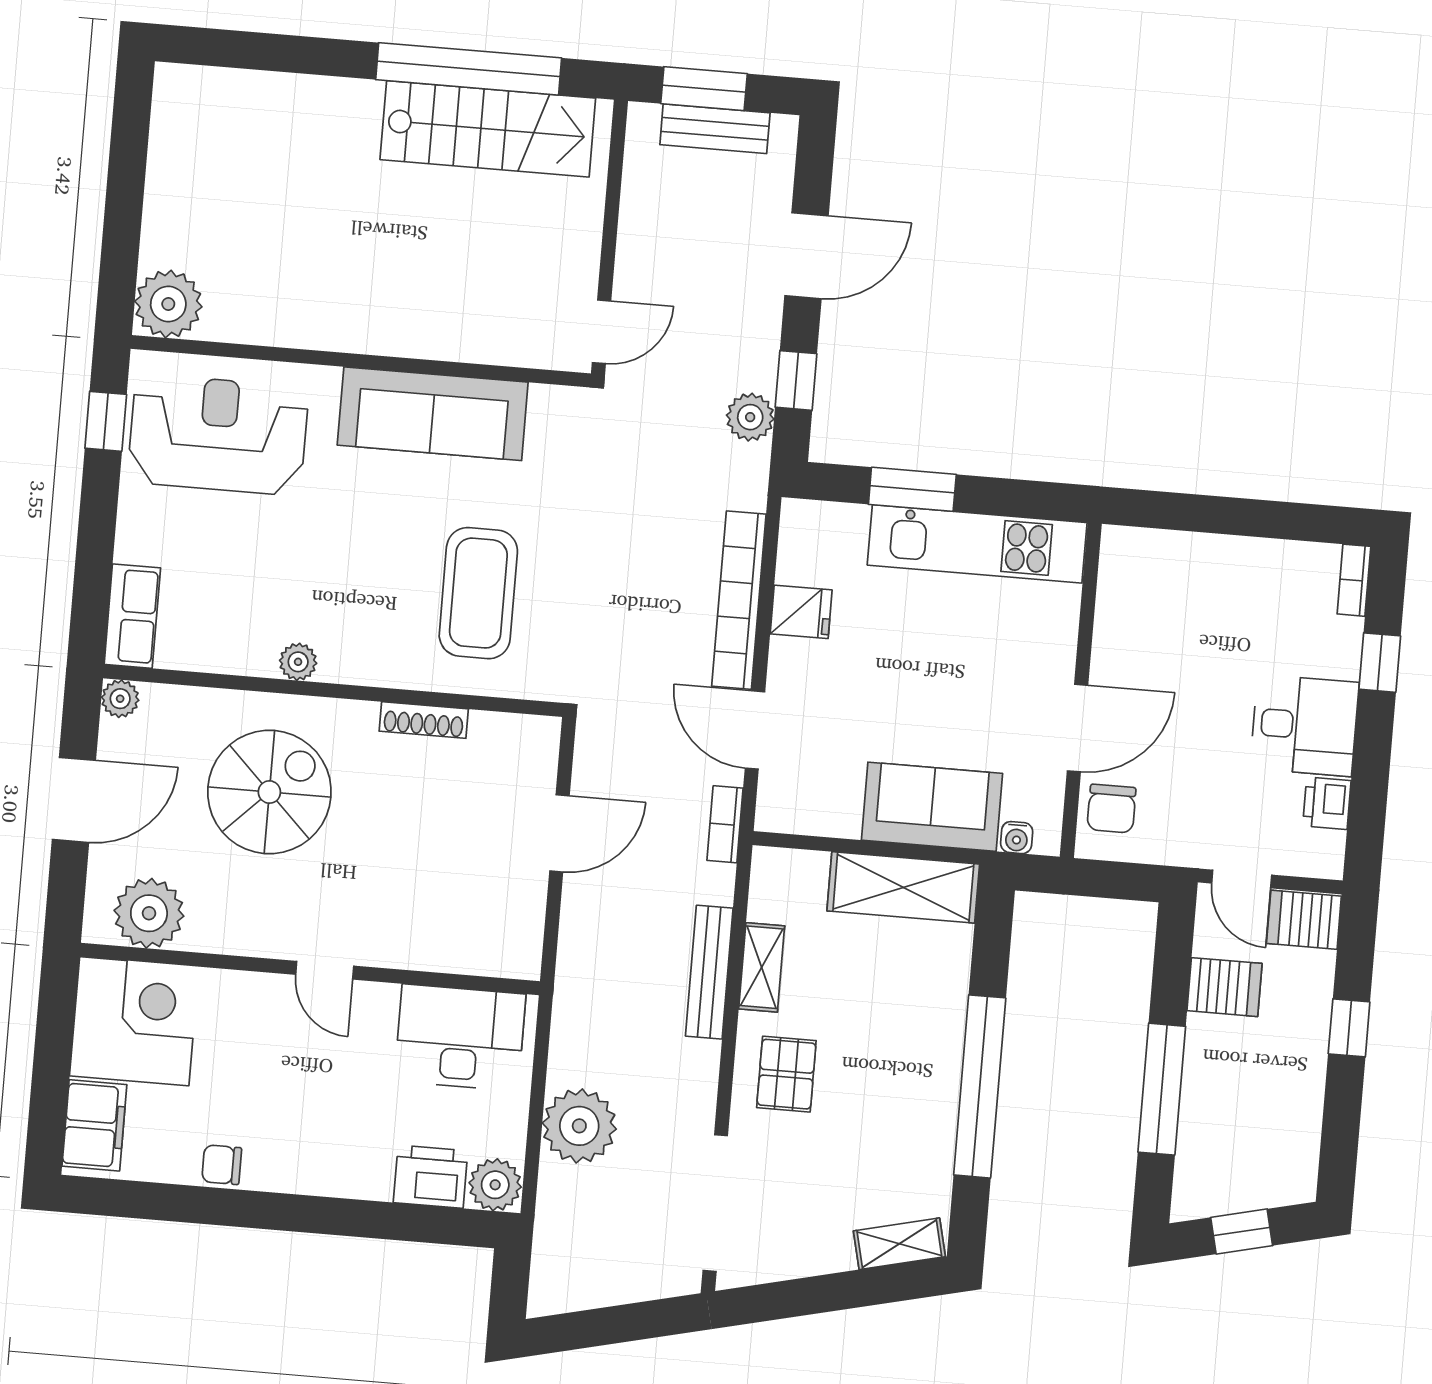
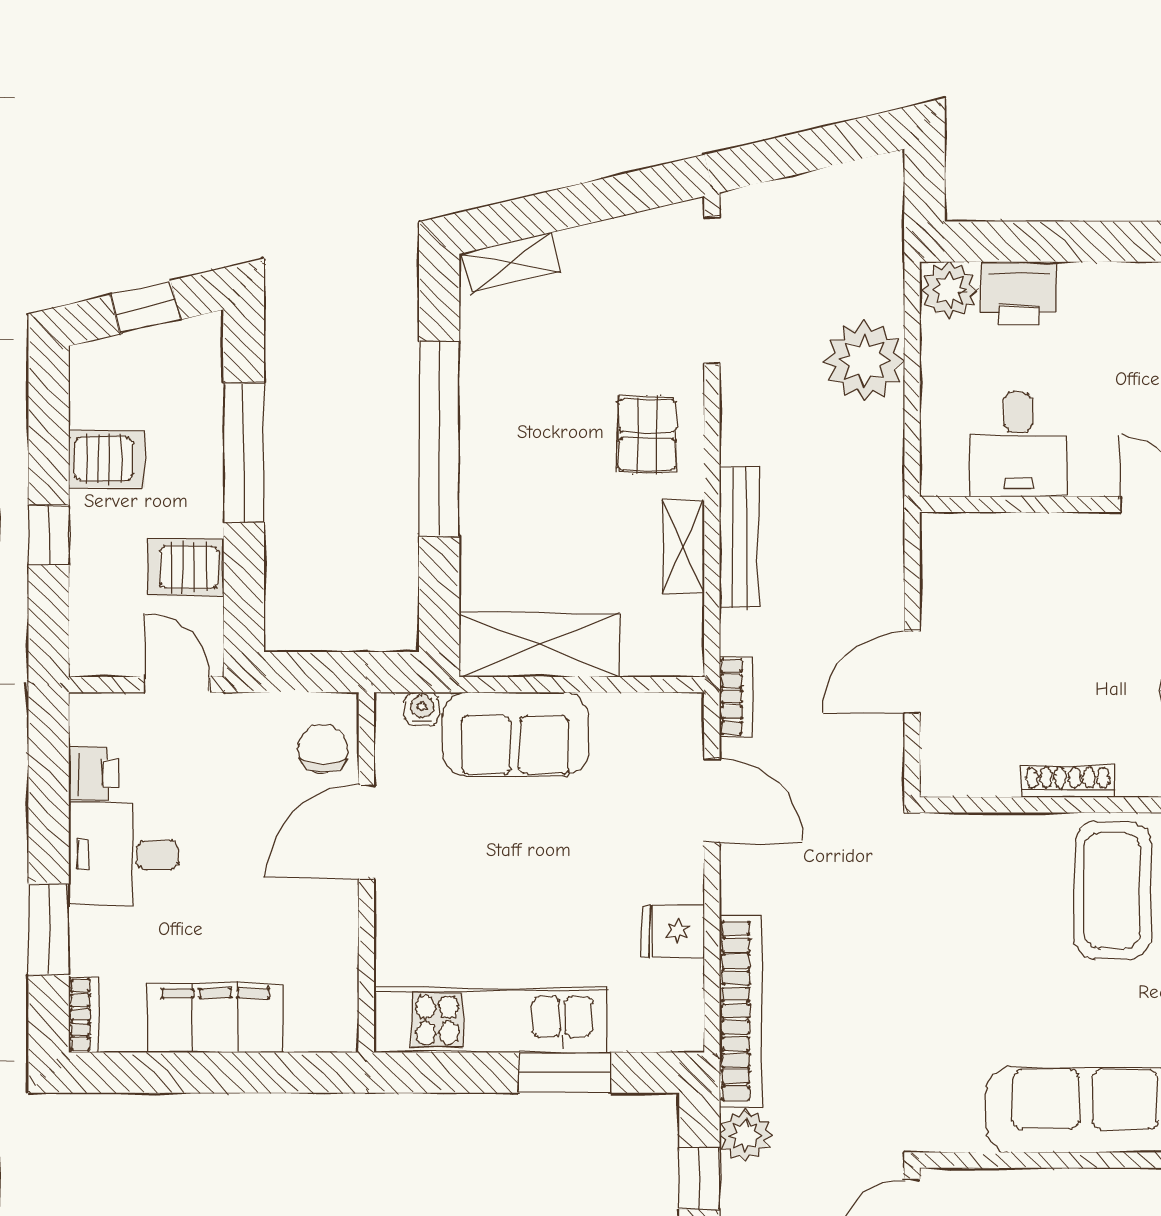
filing cabinet: (1232, 567) -> (215, 1018), added
coffee table: (478, 593) -> (1113, 890), moved
bookcase: (739, 600) -> (741, 1011), moved
window: (1380, 663) -> (49, 929), width x1.50
server rack: (1304, 920) -> (107, 459), moved
desk: (460, 1038) -> (1018, 444), width x0.73

